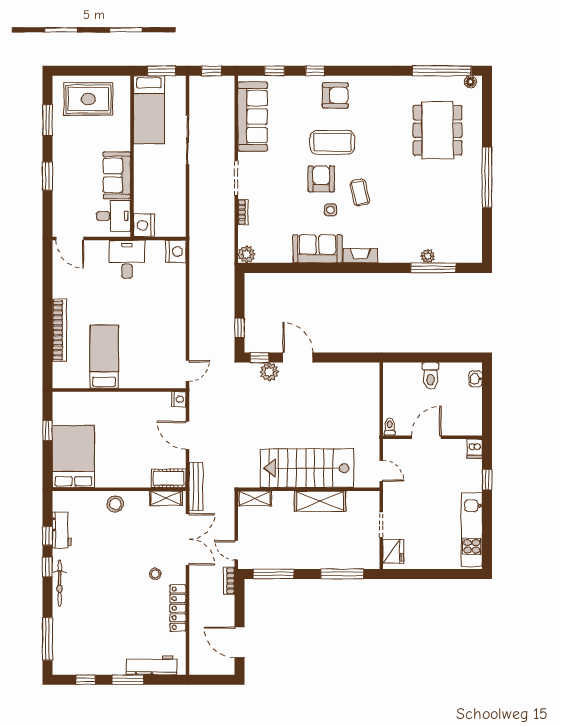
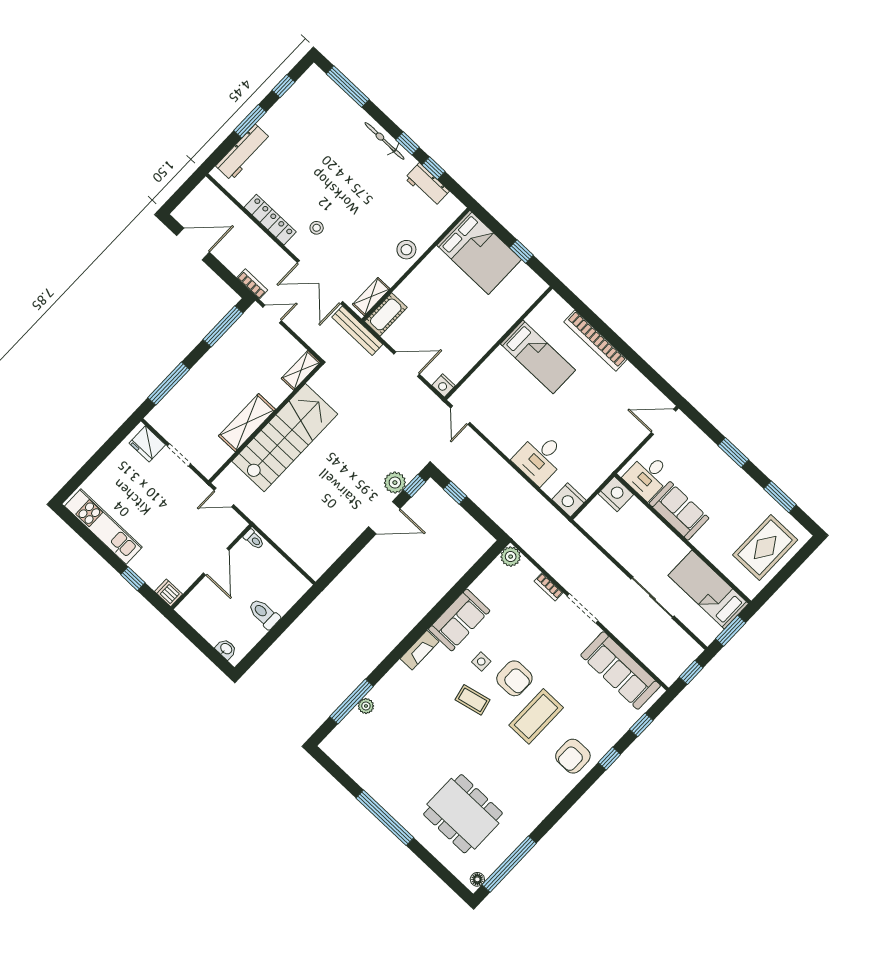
desk: (127, 259) -> (540, 458), moved, turned 90

